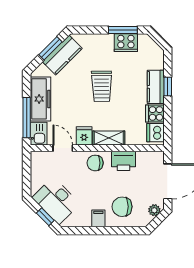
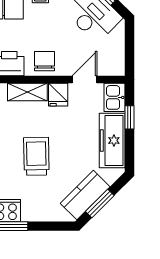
window: (27, 118) -> (129, 117), width x0.46
door: (63, 148) -> (85, 79), swing flipped
chair: (95, 163) -> (44, 61), turned -90

